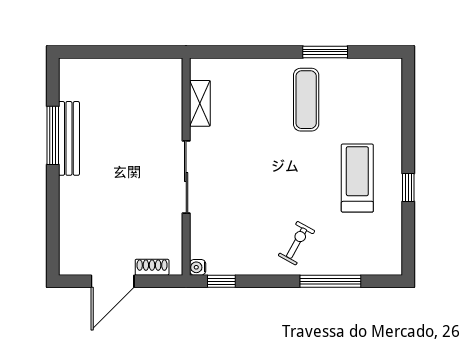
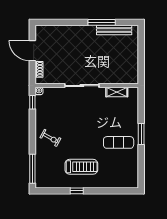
window: (325, 52) -> (141, 134), moved
bench: (69, 138) -> (114, 30), moved
window: (330, 281) -> (32, 169), moved

